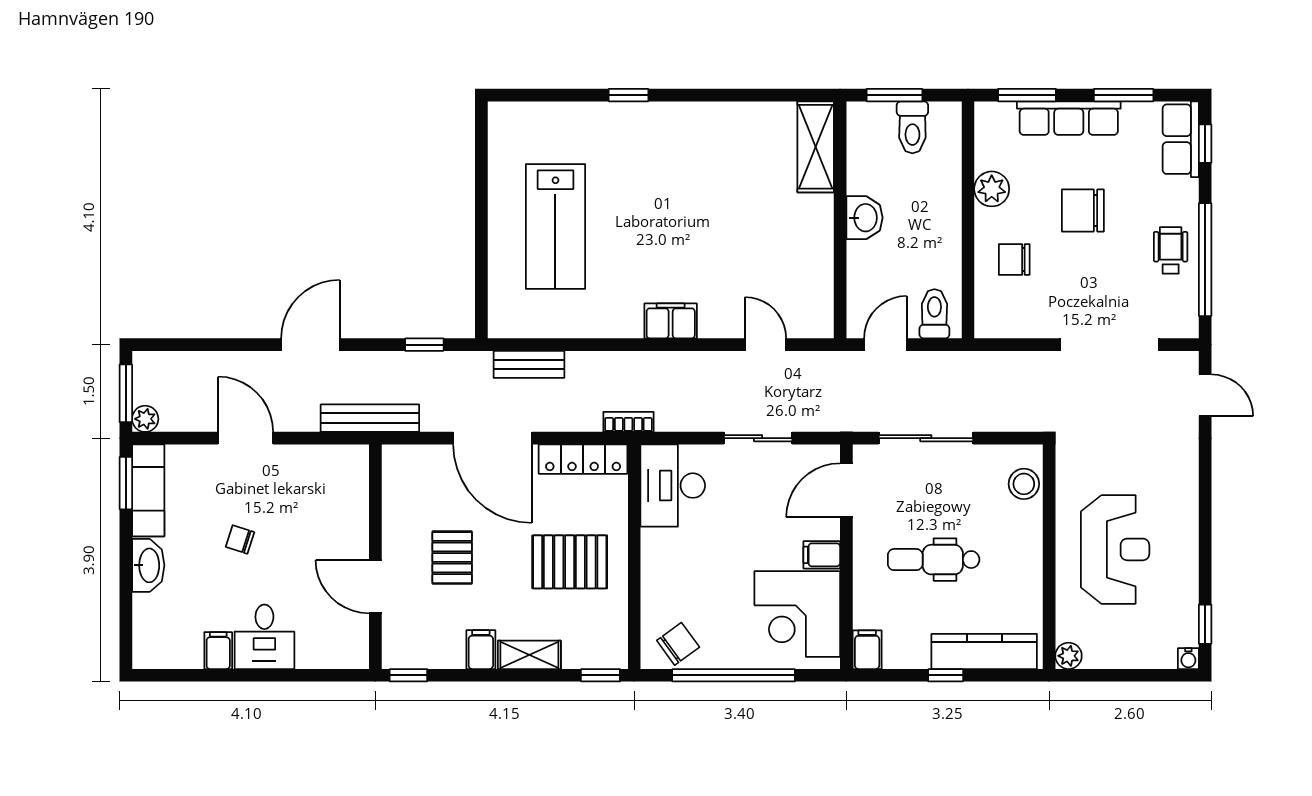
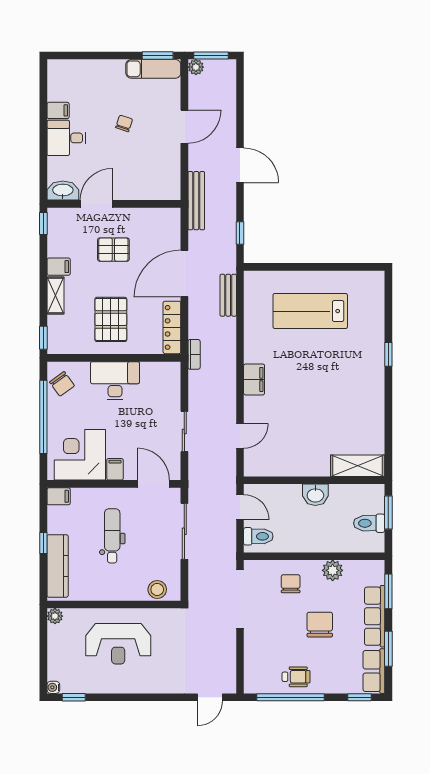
row of seats: (1181, 139) -> (374, 671), moved, turned -90
doorway: (1110, 345) -> (240, 599), moved
desk: (673, 486) -> (115, 381), moved
washbasin: (148, 565) -> (63, 191), moved, turned 180

